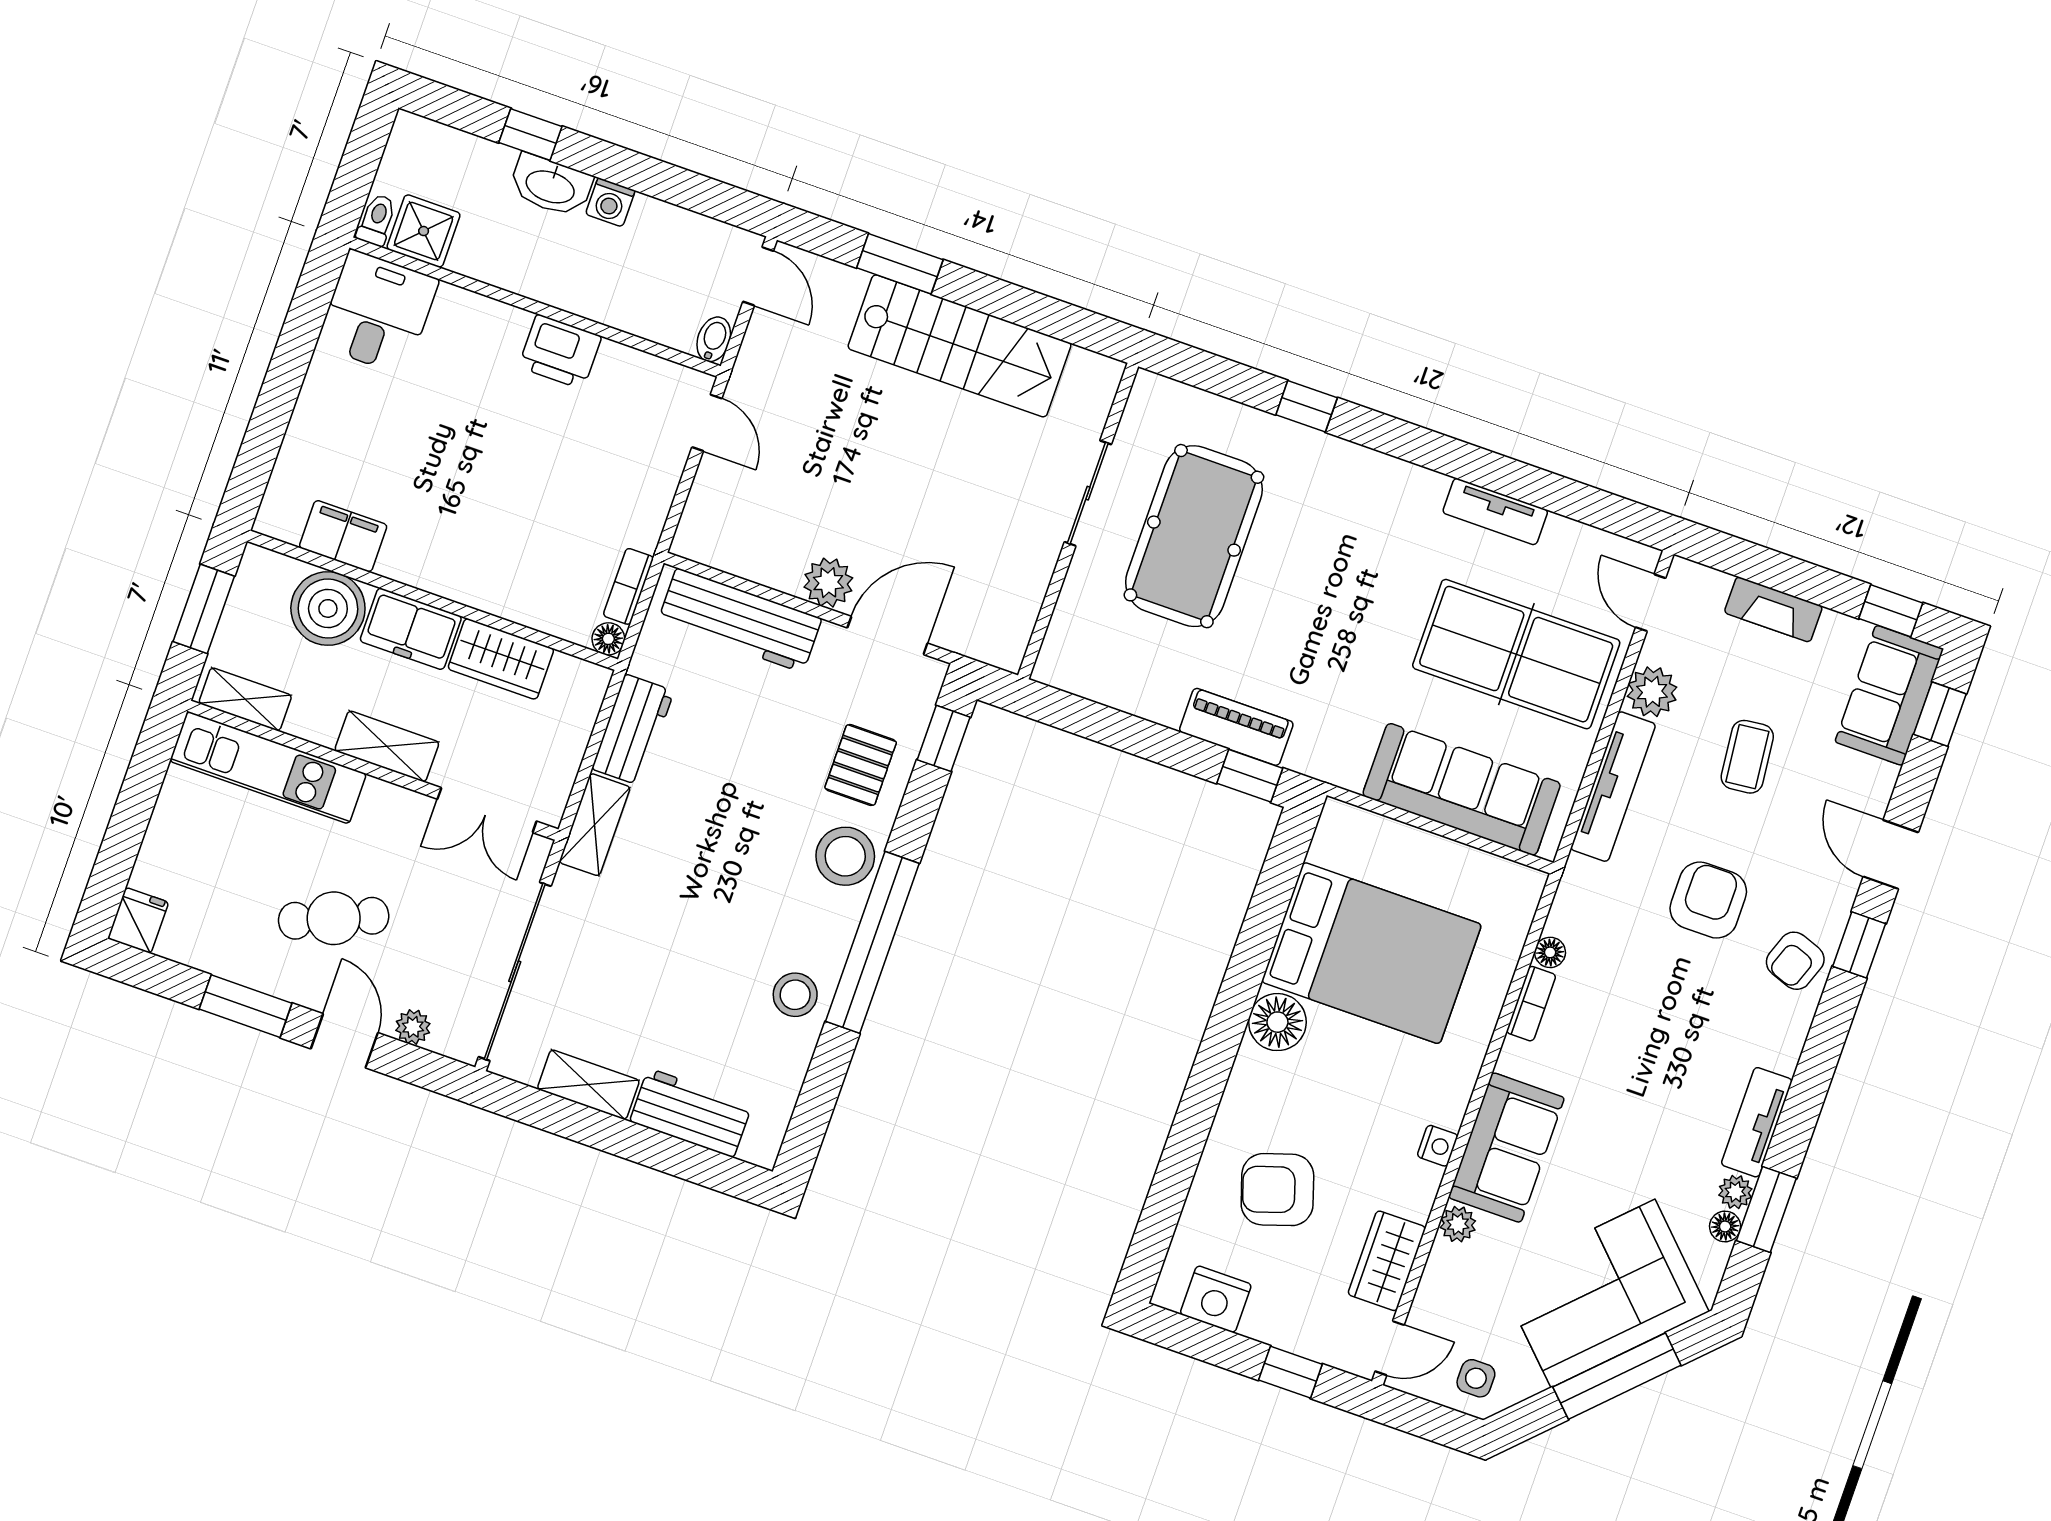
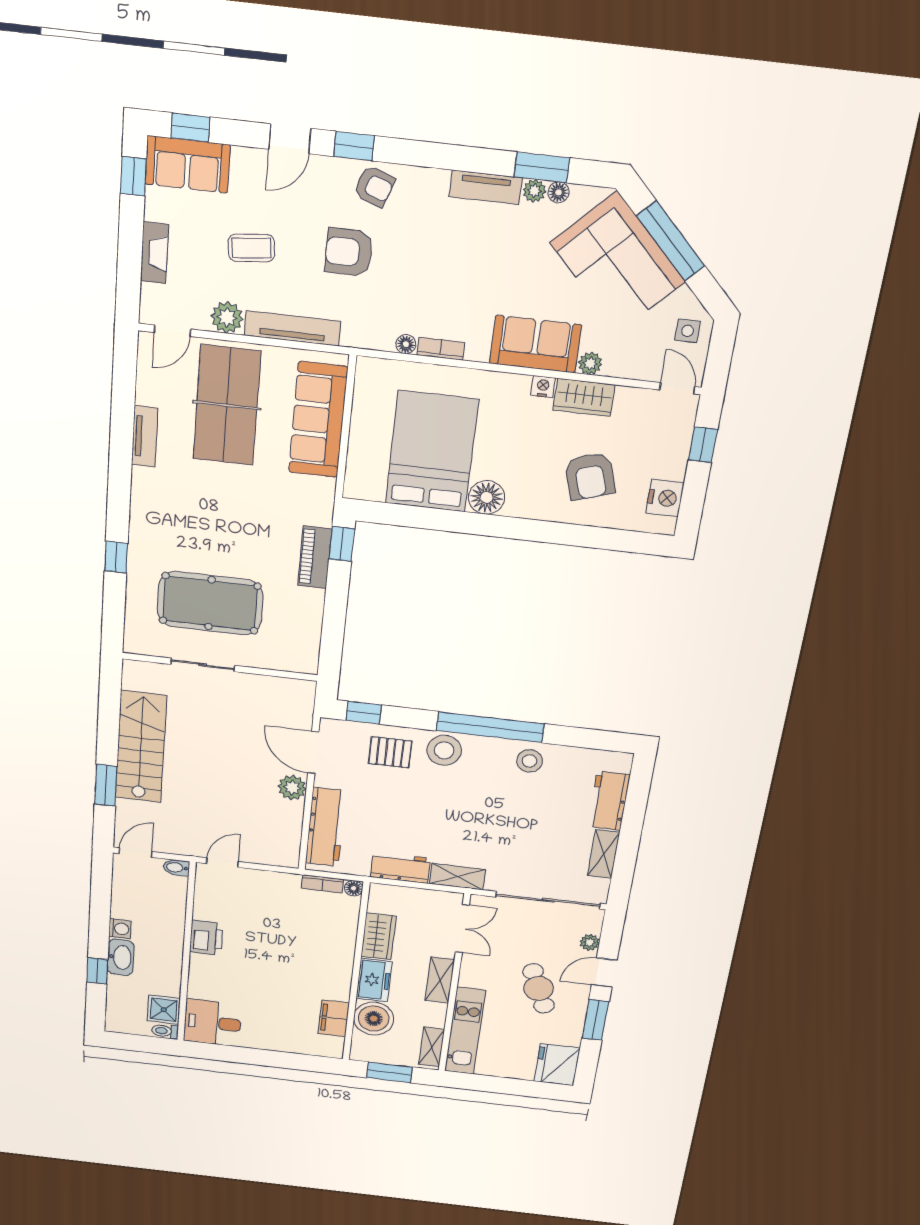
fridge: (138, 920) -> (557, 1065), width x1.88, depth x1.34
wardrobe: (1387, 1261) -> (584, 397), moved

